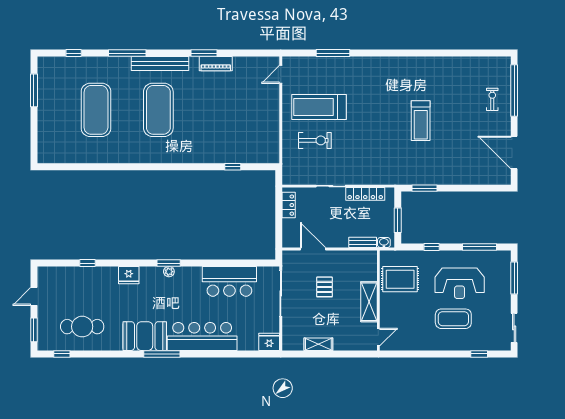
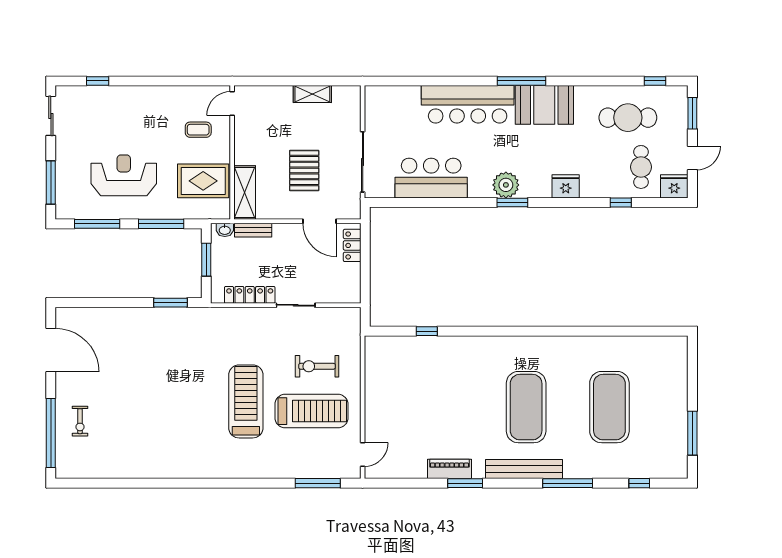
window: (333, 53) -> (318, 483), moved
treadmill: (421, 121) -> (246, 401), moved, width x1.37, depth x1.38
locker: (289, 205) -> (352, 245), moved
window: (432, 247) -> (161, 224), width x2.17
plant: (169, 272) -> (506, 185), width x1.88, depth x1.88
pallet: (324, 287) -> (304, 171), width x1.50, depth x1.42
cafe table: (72, 290) -> (641, 167), added
shelving: (369, 302) -> (245, 193), moved
coffee table: (453, 319) -> (198, 130), moved, width x0.54, depth x0.58
fridge: (269, 342) -> (674, 186), moved, turned 180

